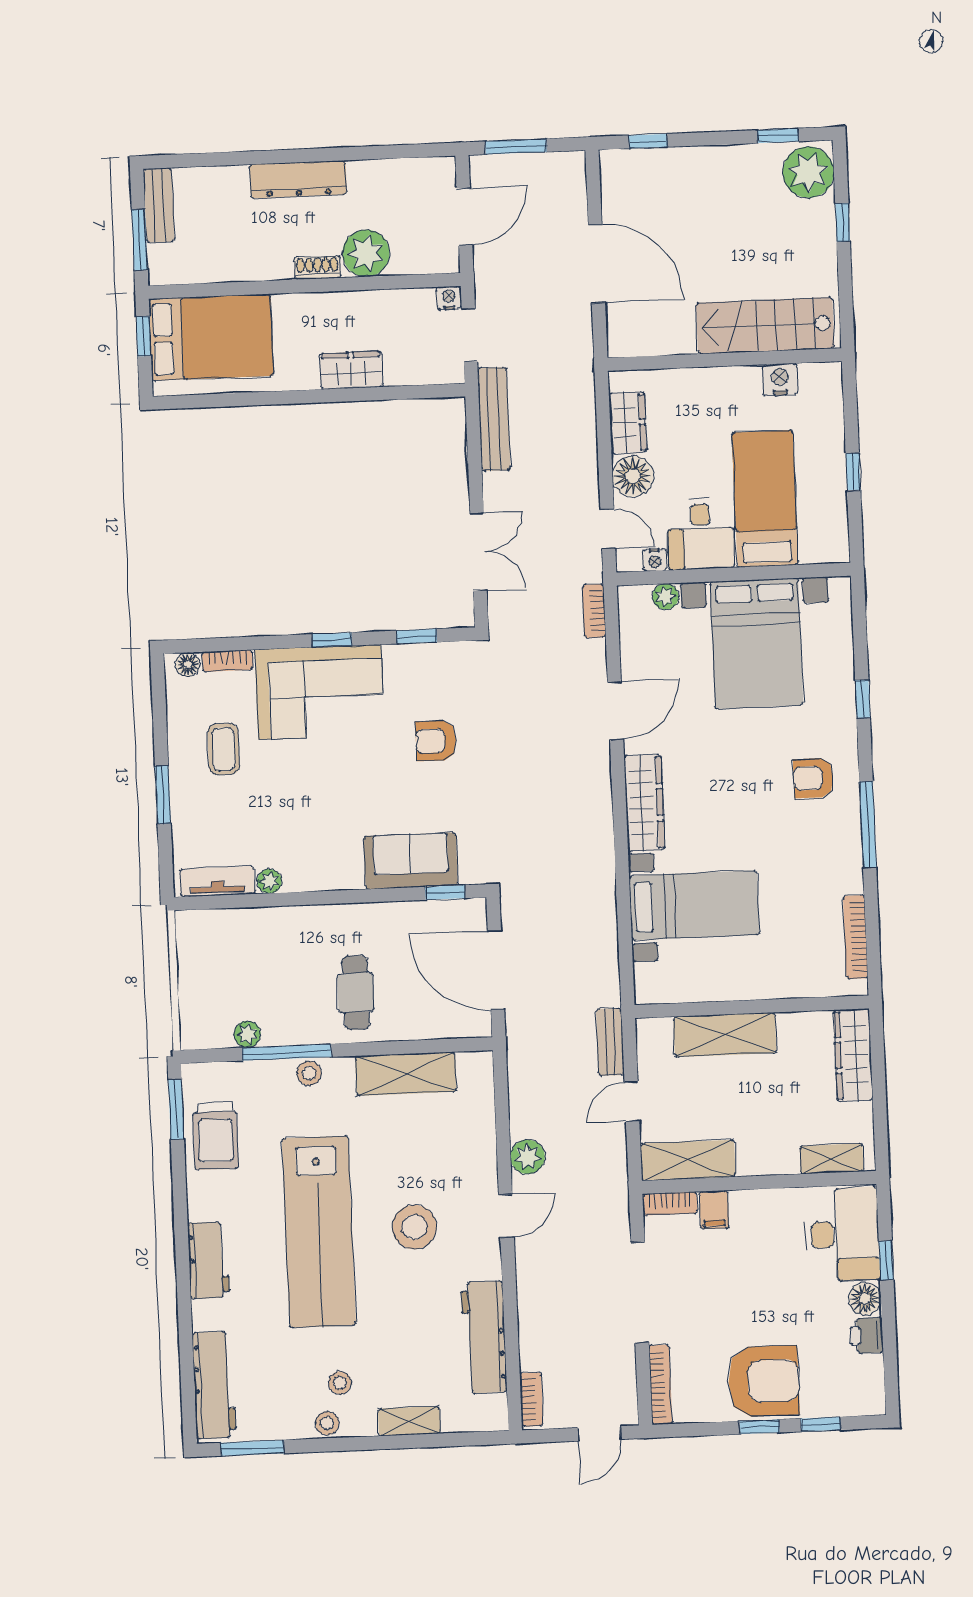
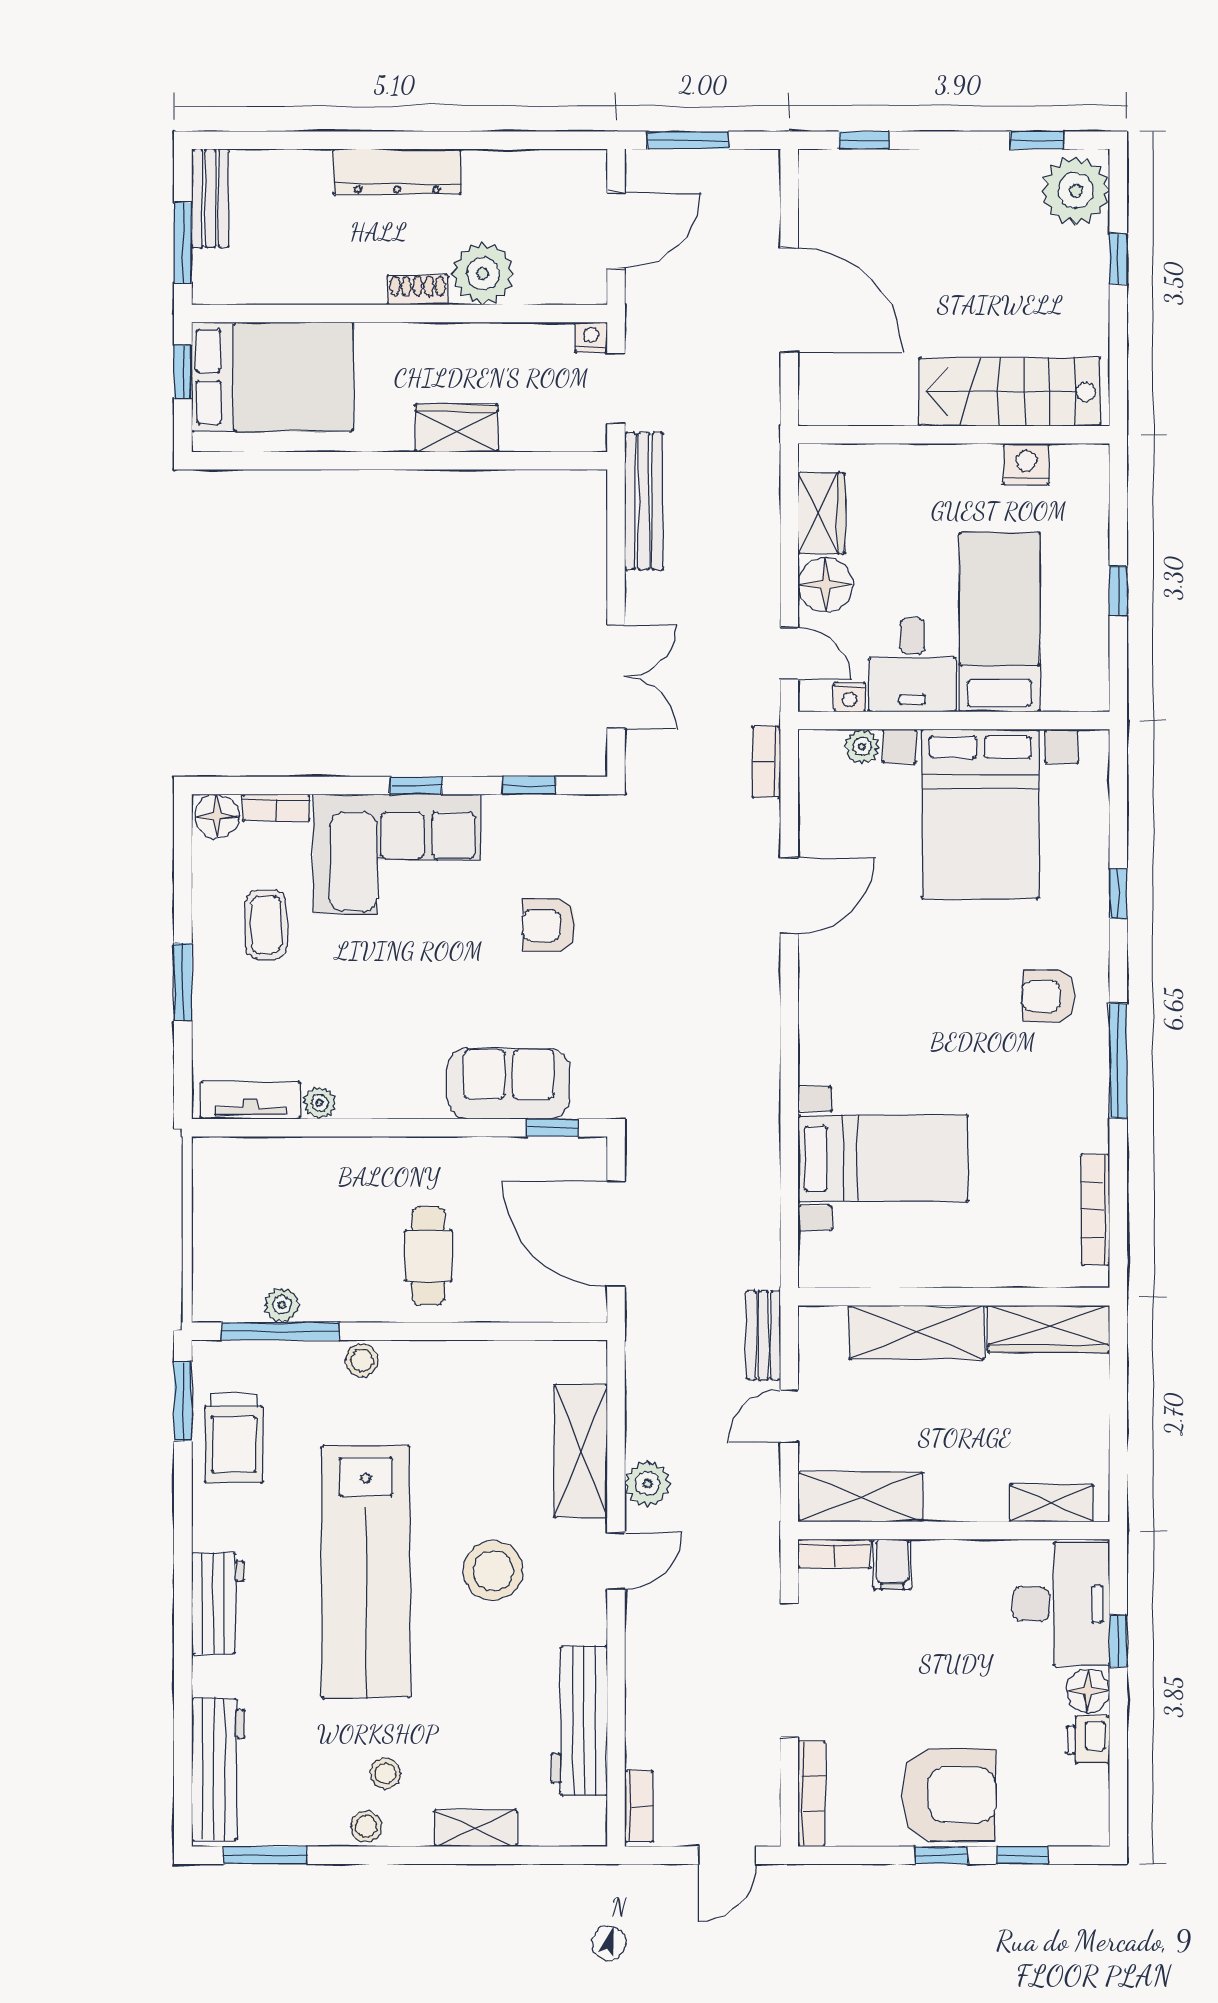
floor lamp: (188, 665) -> (217, 816), width x1.37, depth x1.37
wardrobe: (644, 803) -> (822, 1019), removed
window: (287, 1052) -> (280, 1331), moved
wardrobe: (853, 1055) -> (1049, 1329), moved, turned -90
shelving: (406, 1074) -> (581, 1451), moved, turned 90

